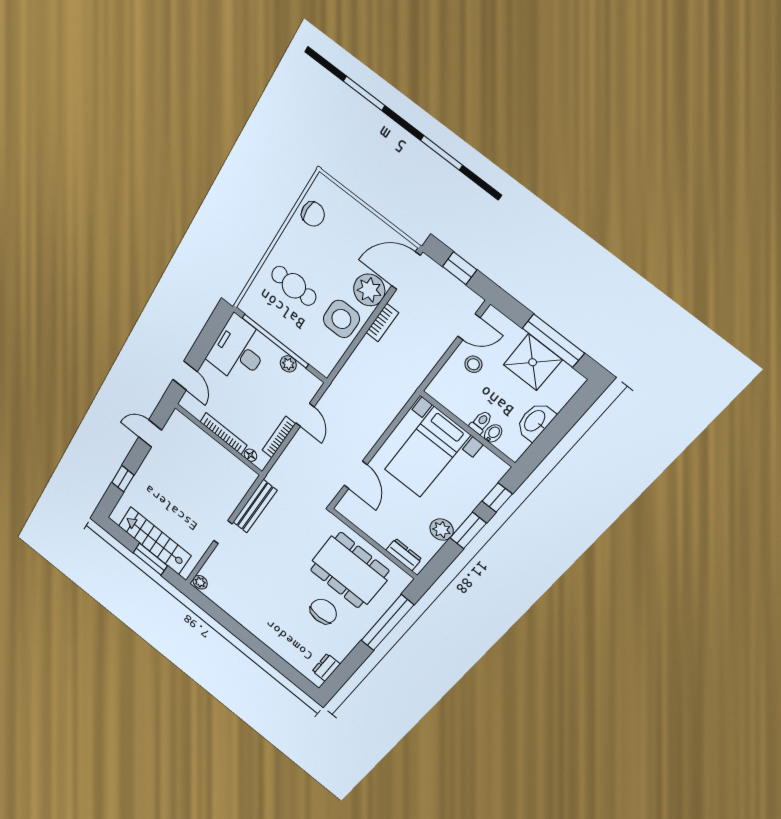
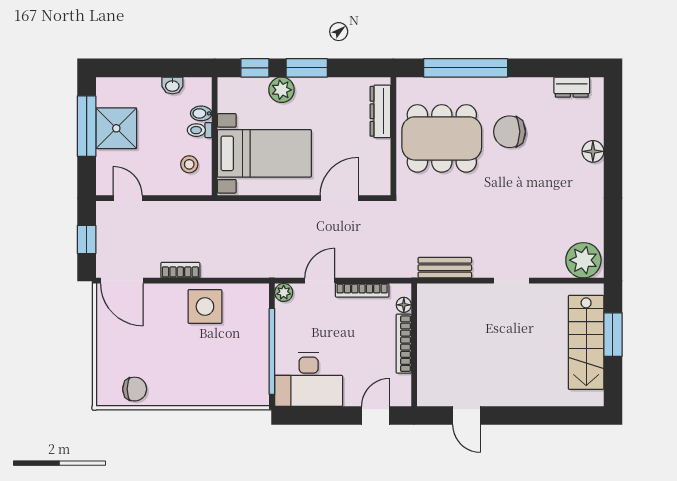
chair: (313, 214) -> (135, 389), turned 90
cafe table: (294, 286) -> (209, 366), removed
plant: (369, 290) -> (161, 300), removed
plant: (288, 364) -> (284, 292), moved
stool: (473, 364) -> (189, 164), moved
washbasin: (535, 421) -> (172, 86), width x0.52, depth x0.69
window: (123, 479) -> (543, 415), removed
bench: (255, 506) -> (445, 268), width x0.73
plant: (442, 530) -> (282, 90), moved
dresser: (404, 555) -> (380, 111), width x1.44
dining table: (349, 570) -> (442, 138), turned 90
plant: (200, 582) -> (583, 260), width x1.88, depth x1.88
floor lamp: (275, 644) -> (593, 151), added

